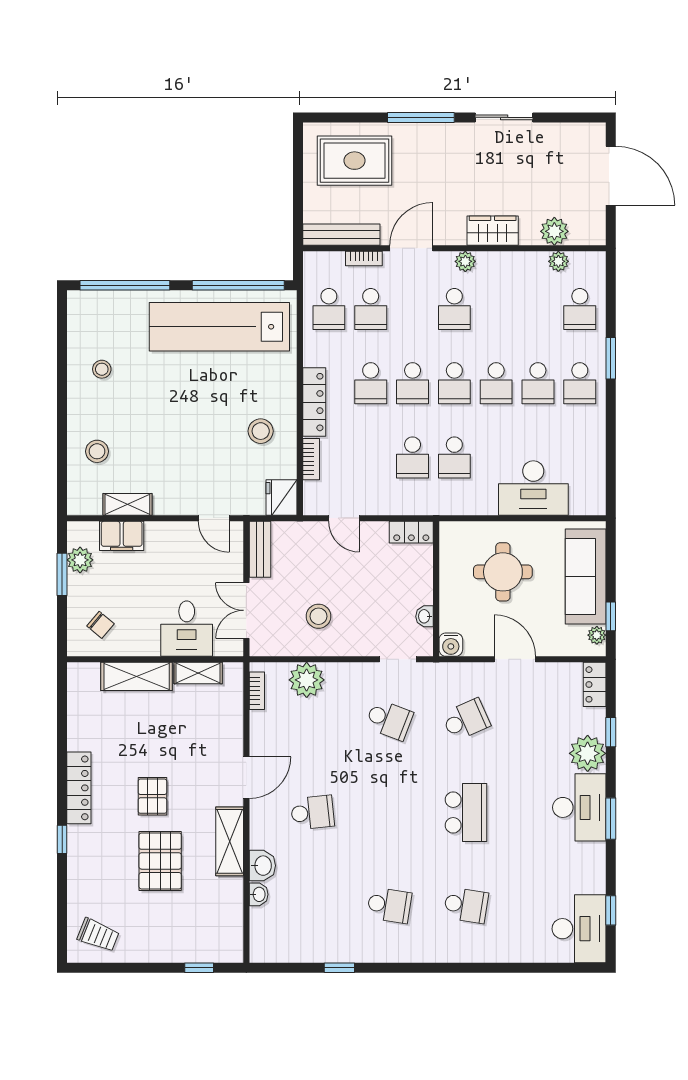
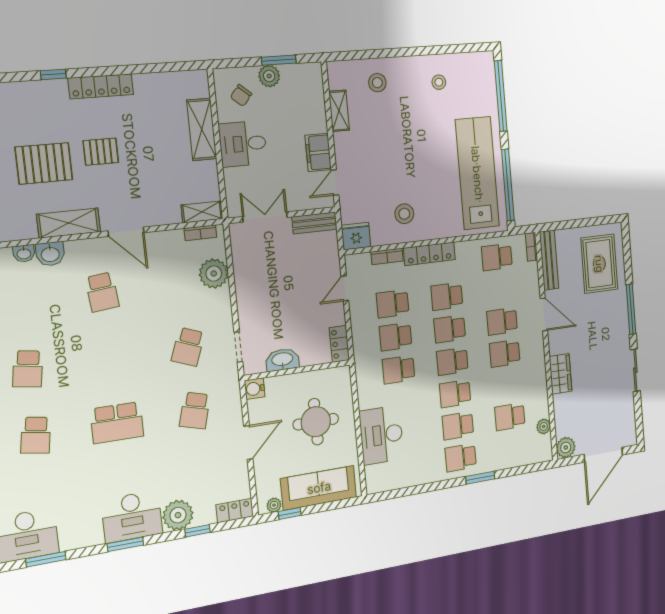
plant: (554, 231) -> (566, 448), moved
bookcase: (364, 258) -> (531, 247), moved
plant: (465, 261) -> (538, 357), removed
school desk: (371, 309) -> (502, 321), moved
school desk: (580, 309) -> (510, 417), moved
school desk: (371, 457) -> (393, 304), added
filing cabinet: (122, 536) -> (318, 152), moved
plant: (80, 560) -> (269, 76), moved
stool: (318, 616) -> (266, 277), removed
washbasin: (425, 616) -> (282, 360), width x1.91, depth x1.45
desk: (187, 629) -> (243, 144), moved
shelving: (198, 673) -> (202, 212), moved, turned 90
school desk: (466, 720) -> (195, 410), turned 39
window: (611, 910) -> (46, 559), width x1.50

